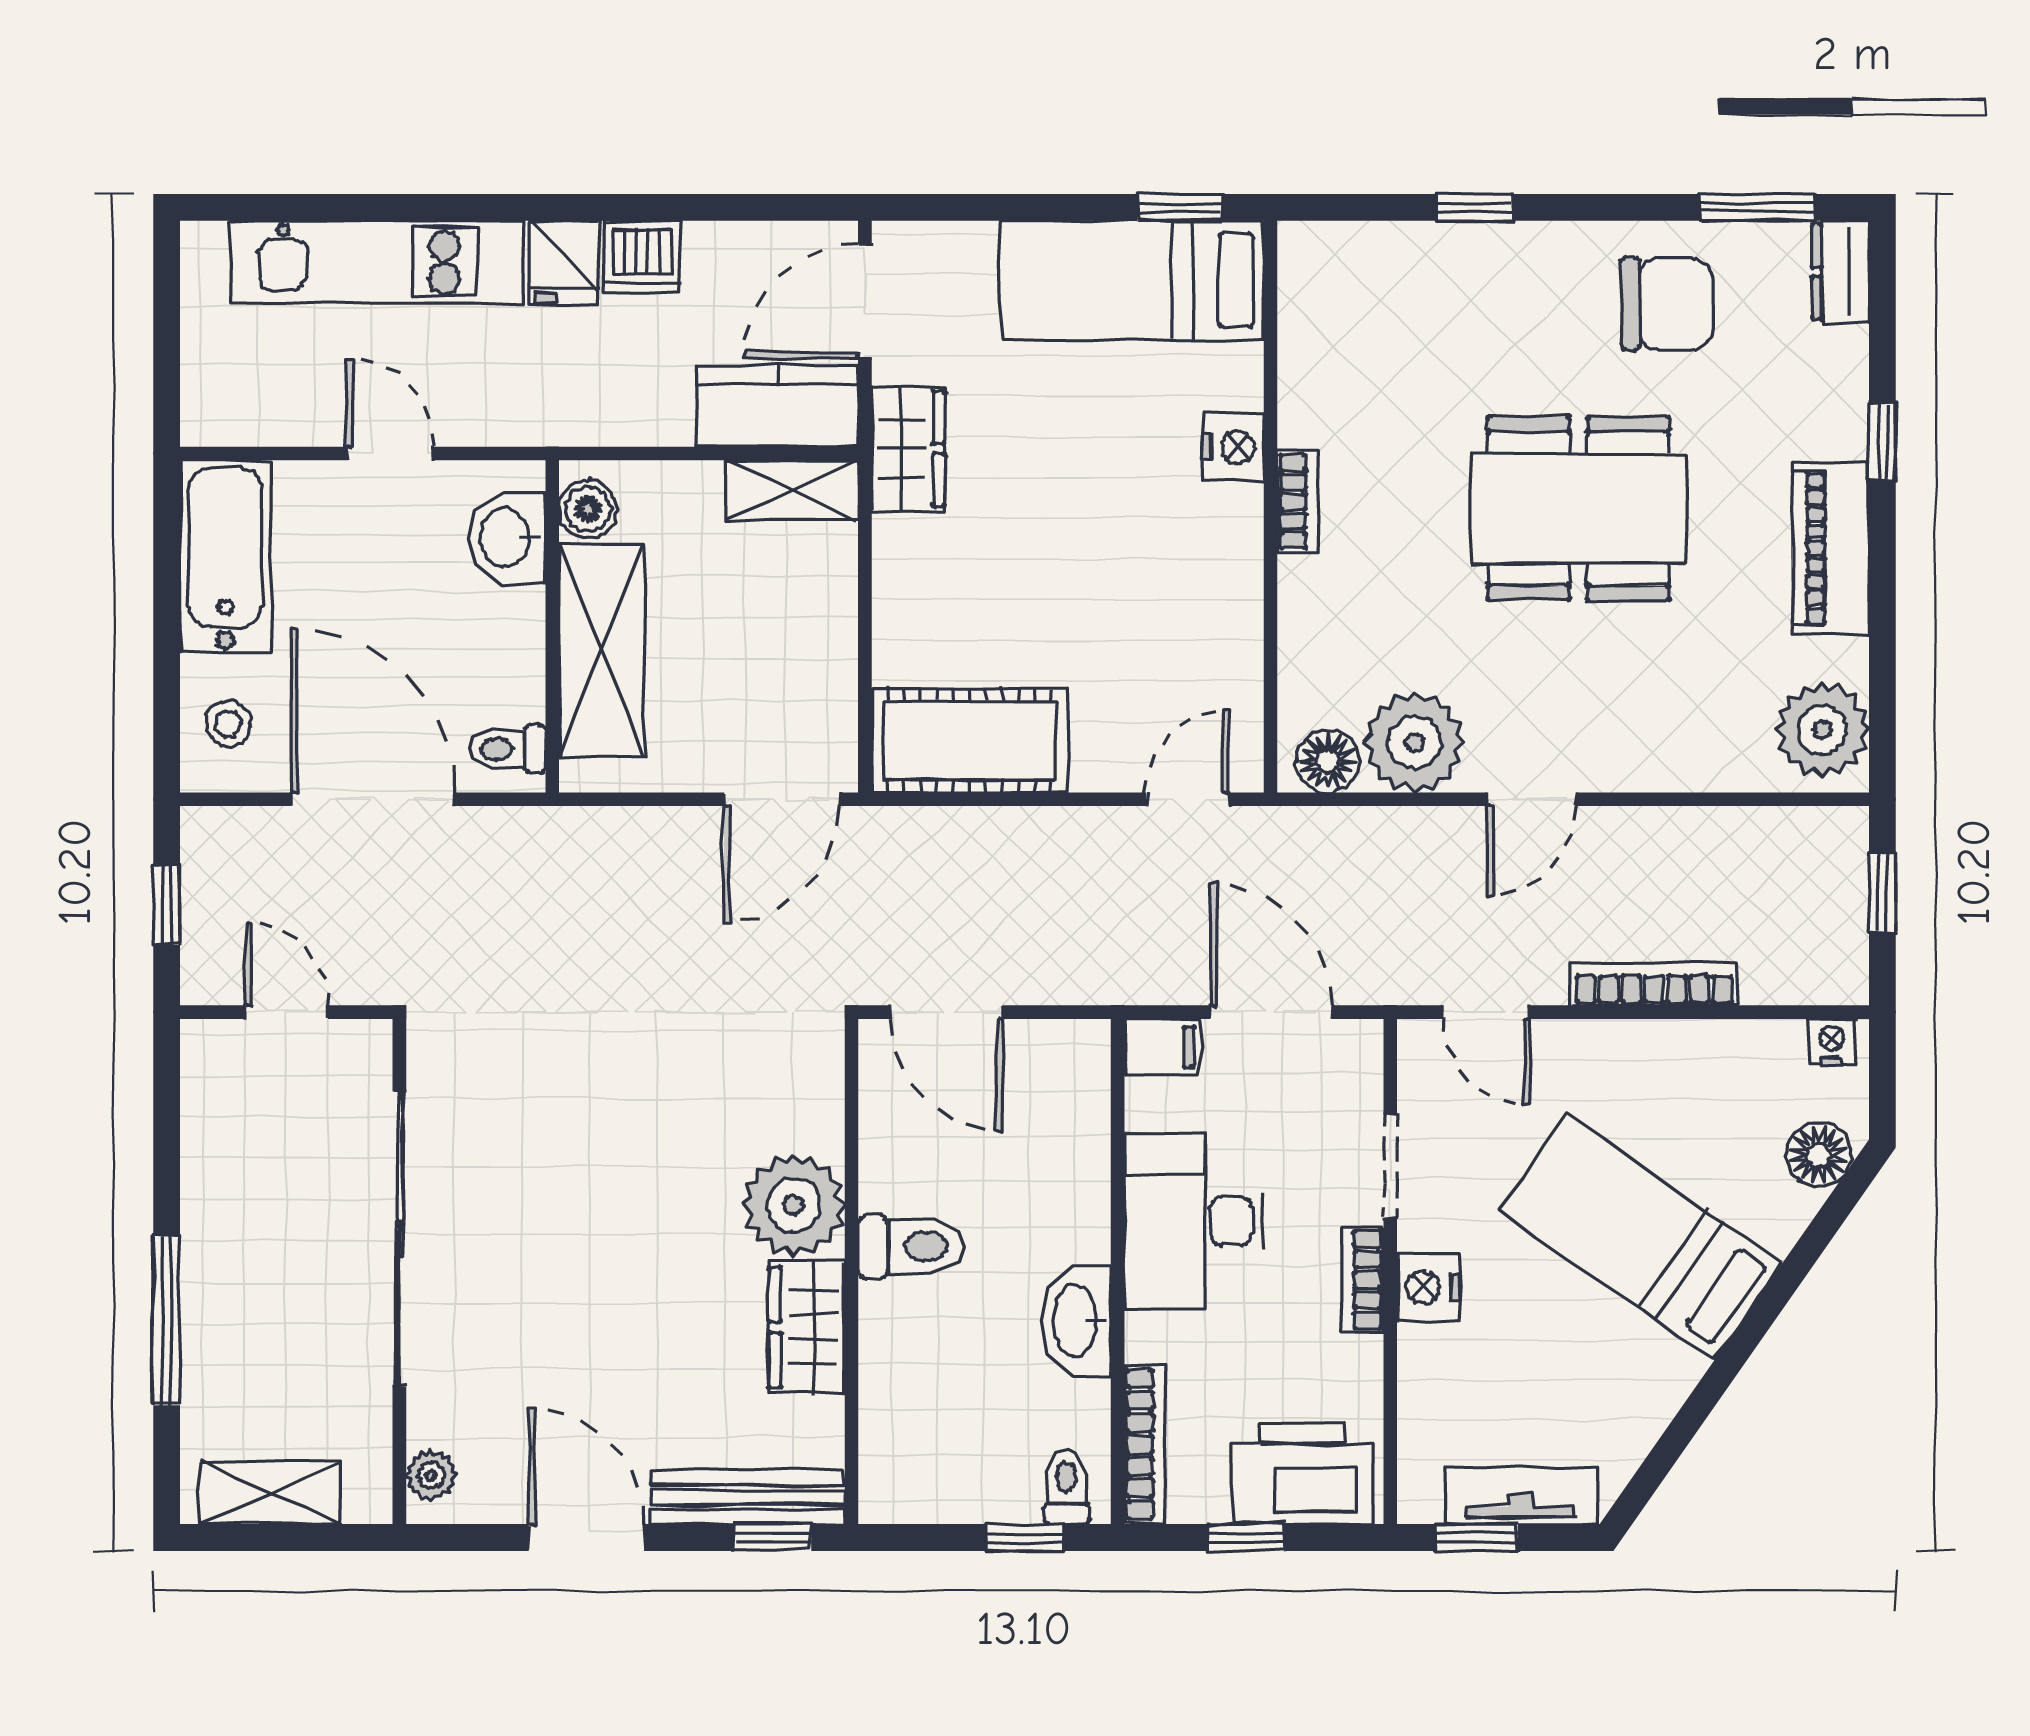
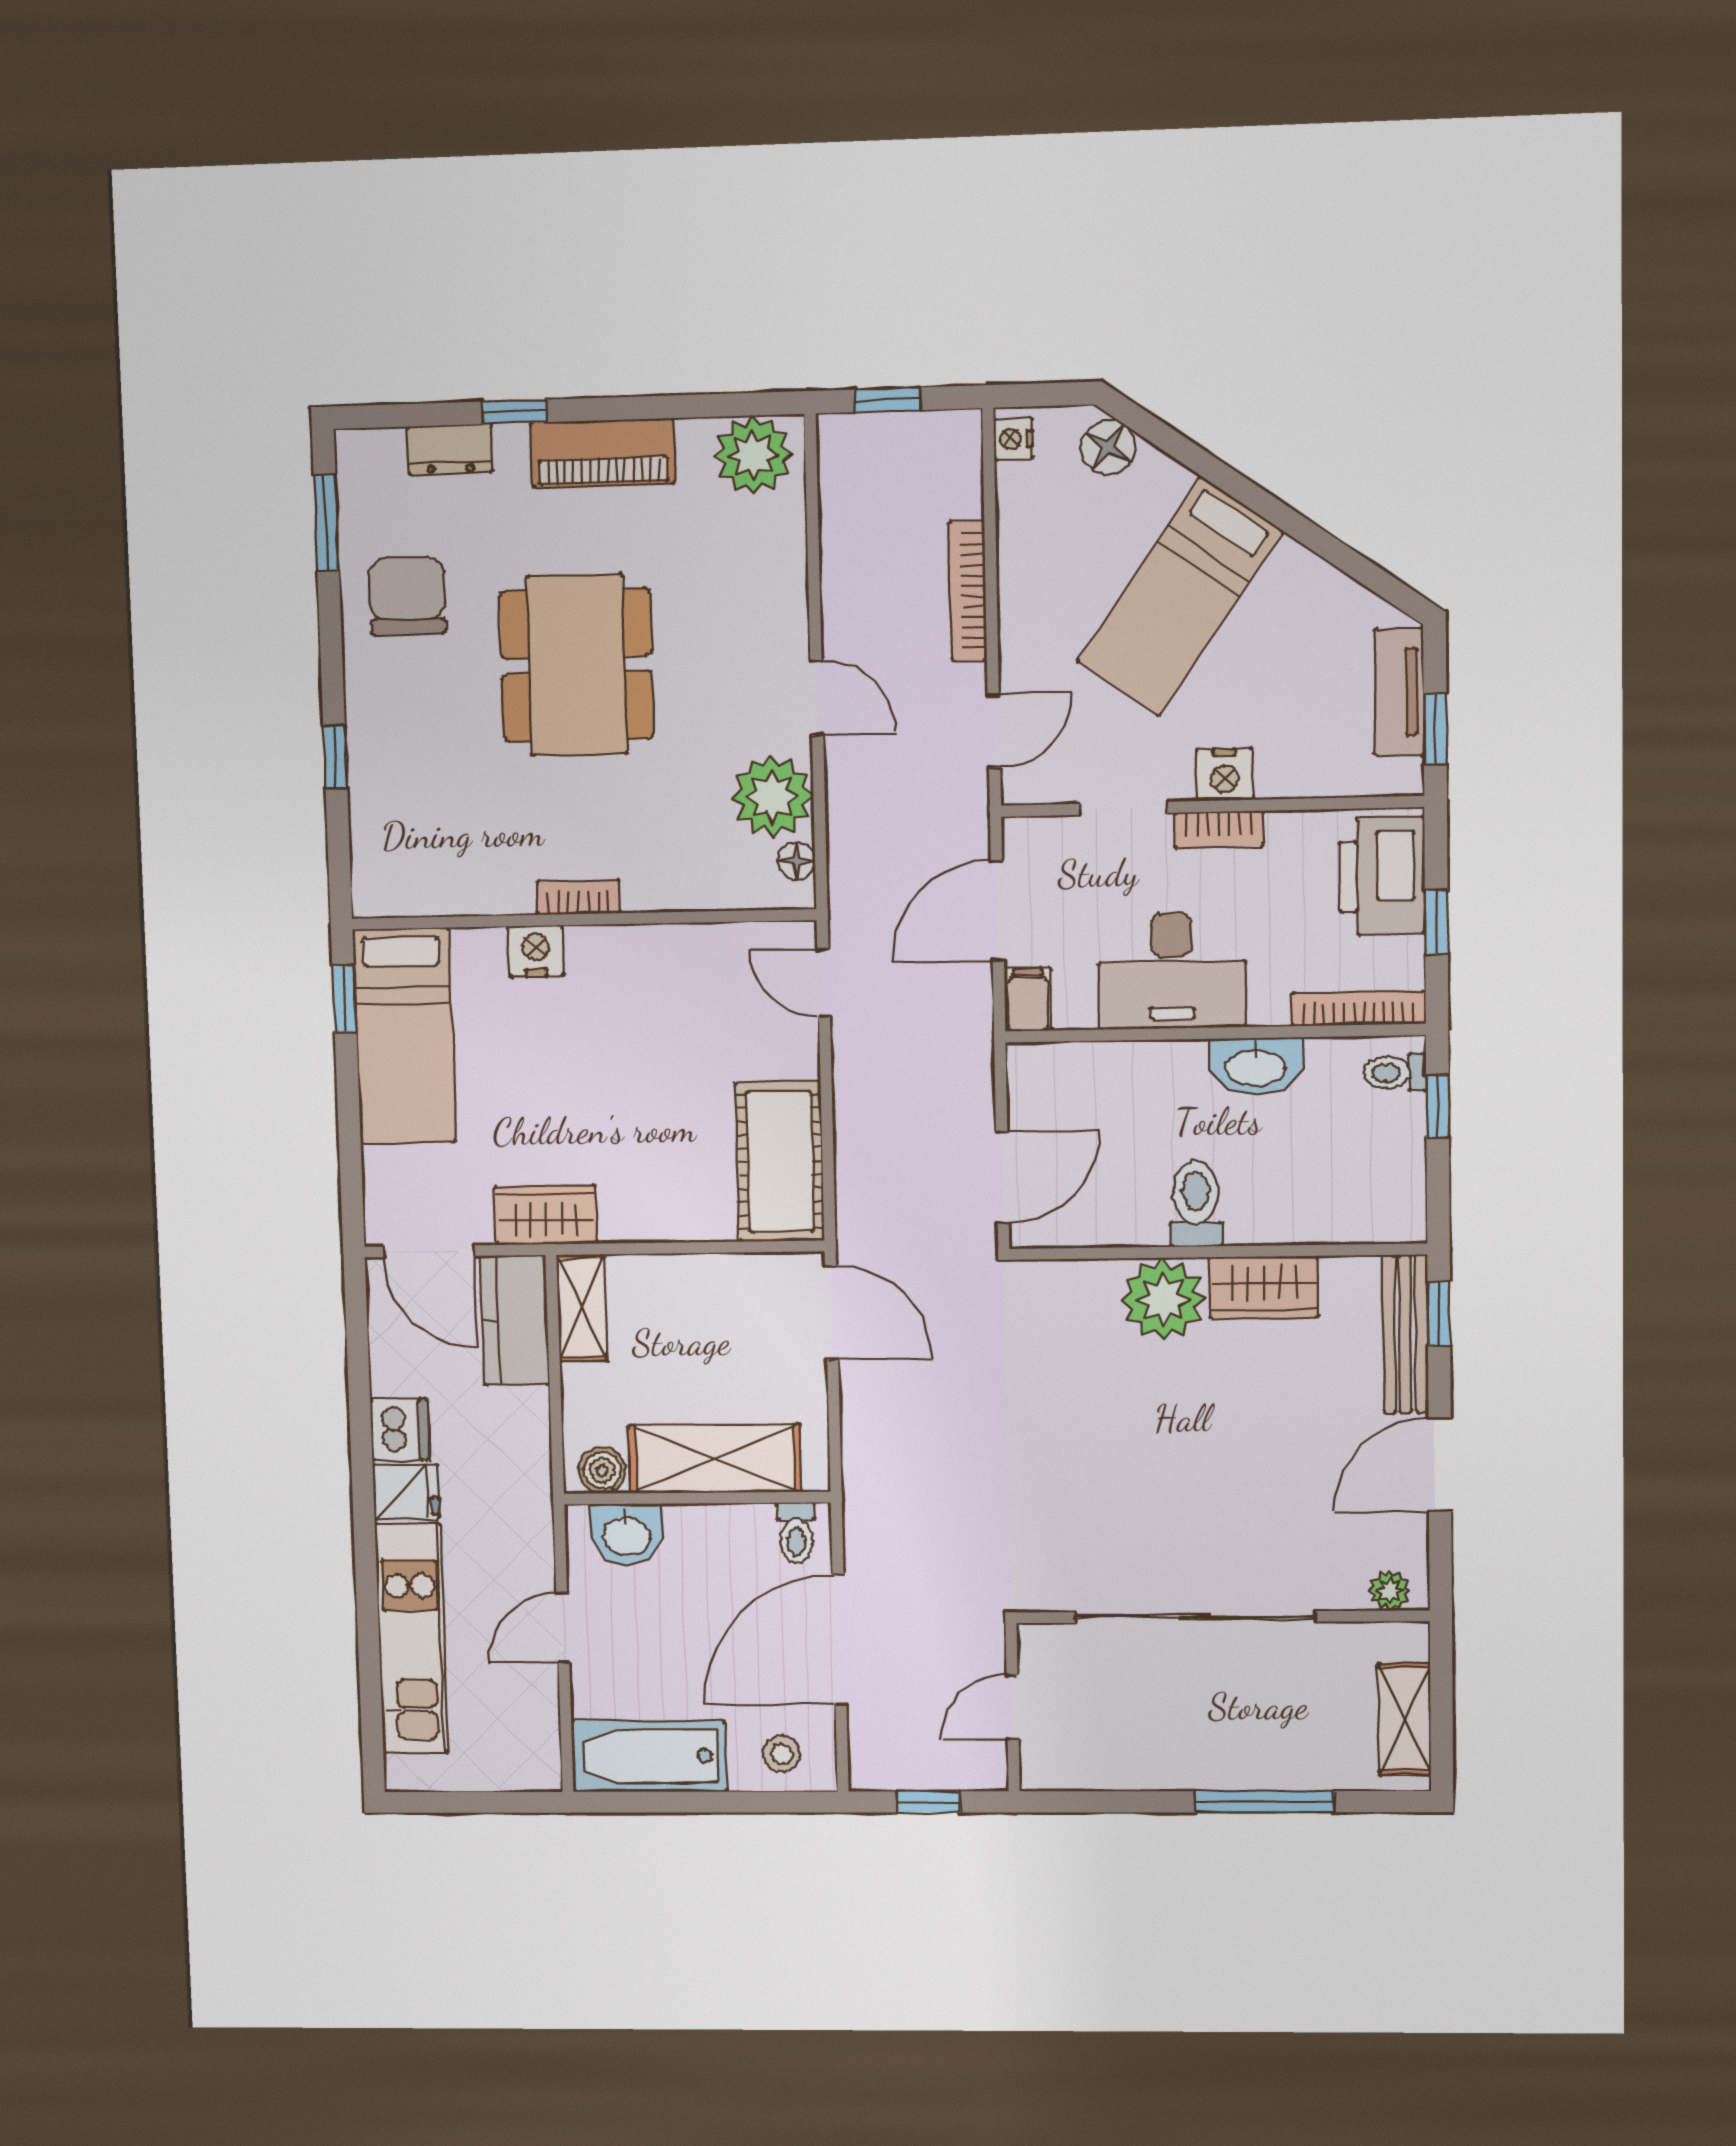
dresser: (1840, 272) -> (450, 449), moved
floor lamp: (1327, 761) -> (796, 861), width x0.73, depth x0.73

